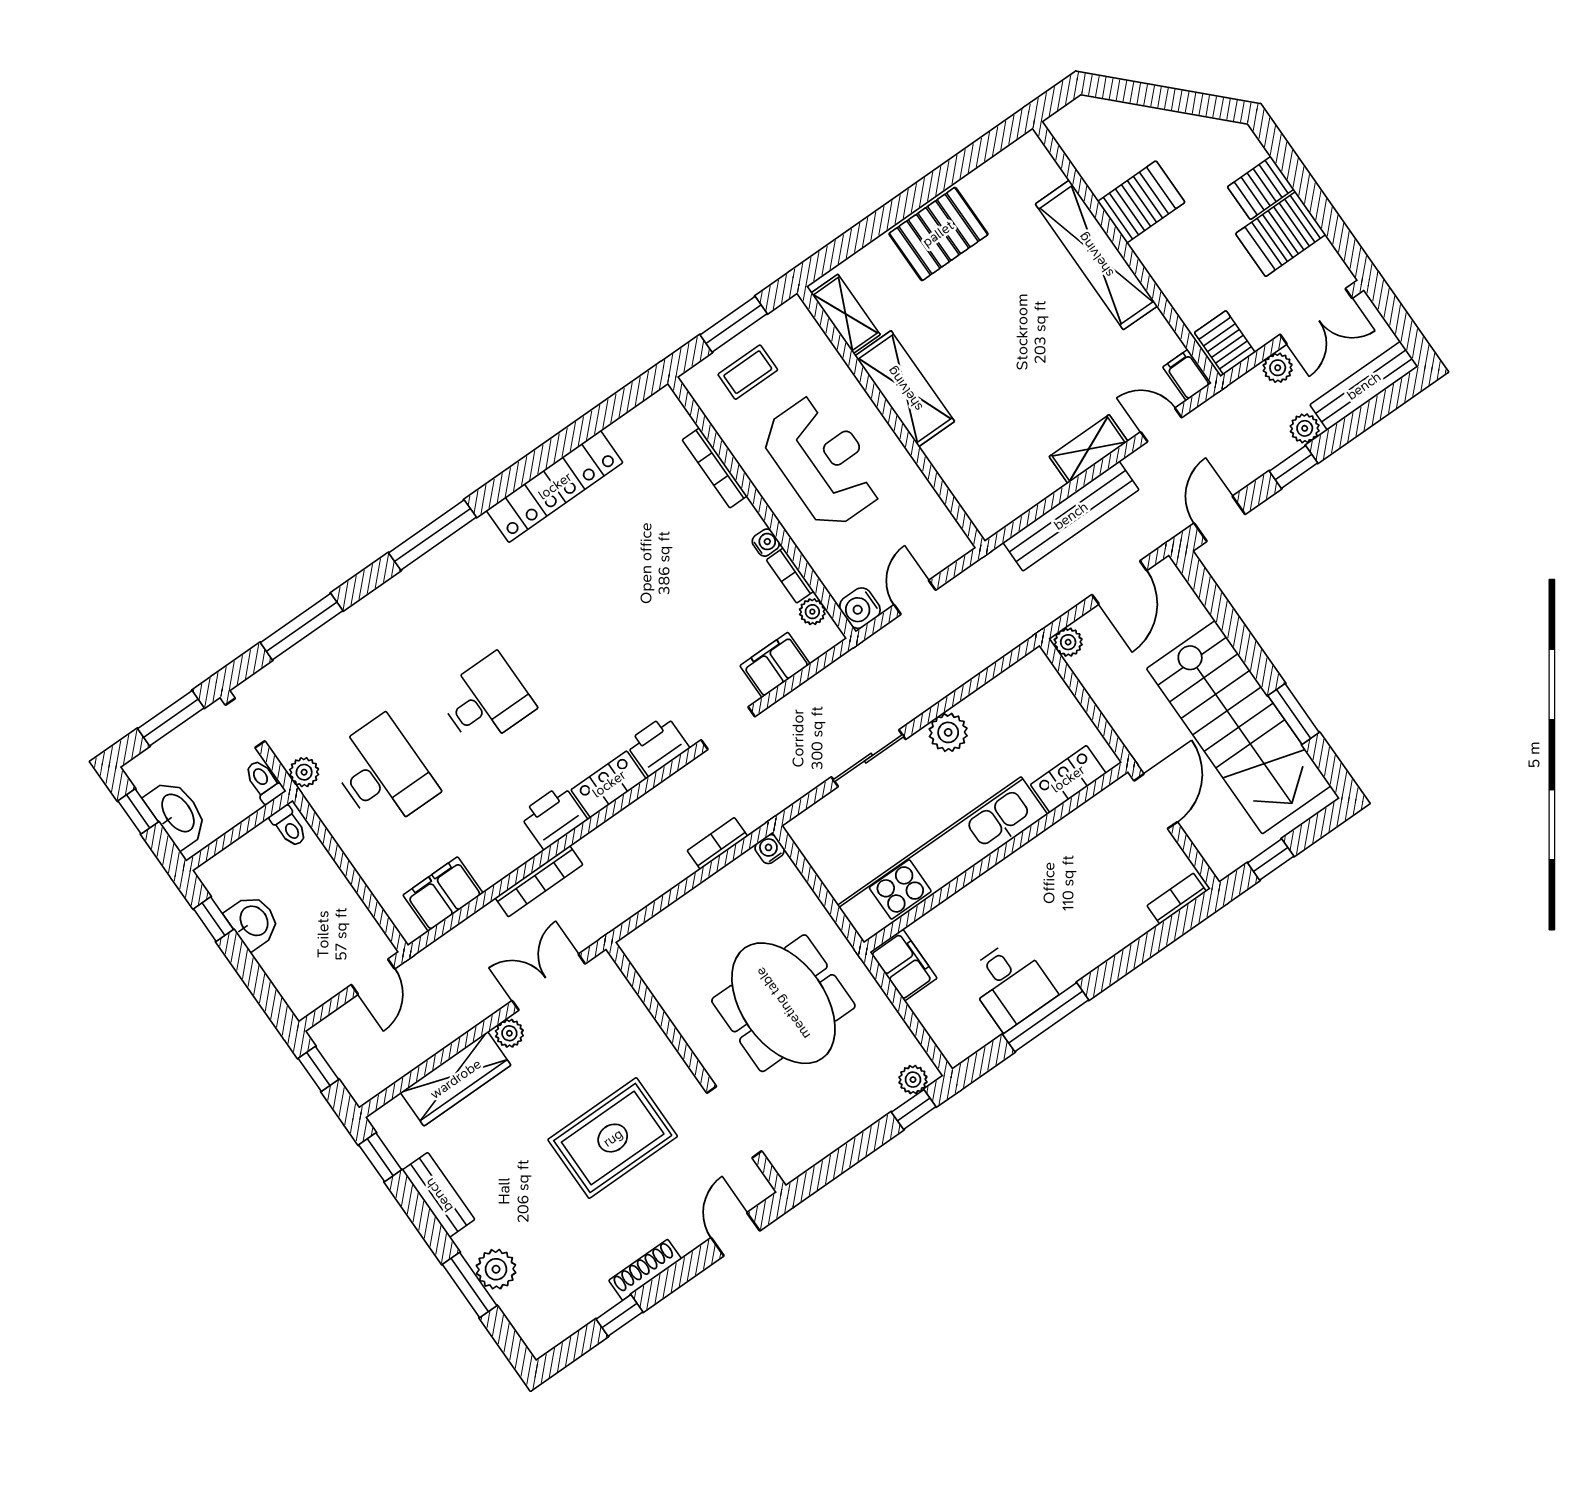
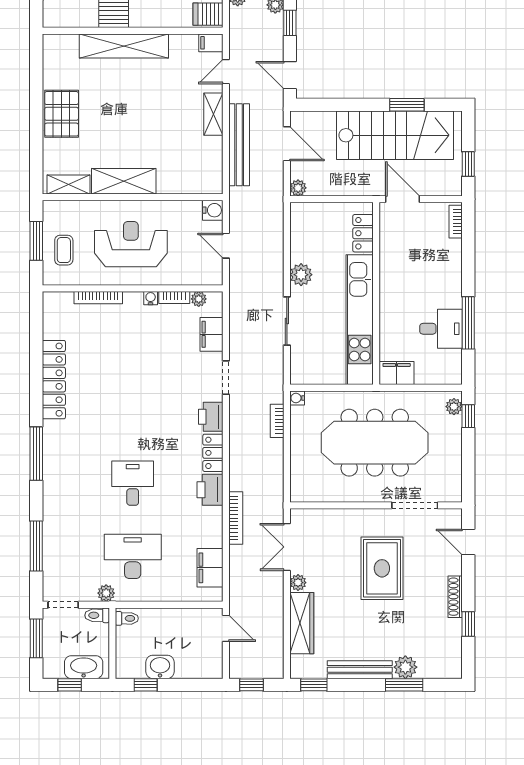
water cooler: (860, 608) -> (213, 210), moved, turned -90
meeting table: (783, 1003) -> (375, 443), width x1.36
bench: (439, 1195) -> (360, 670), width x1.36

